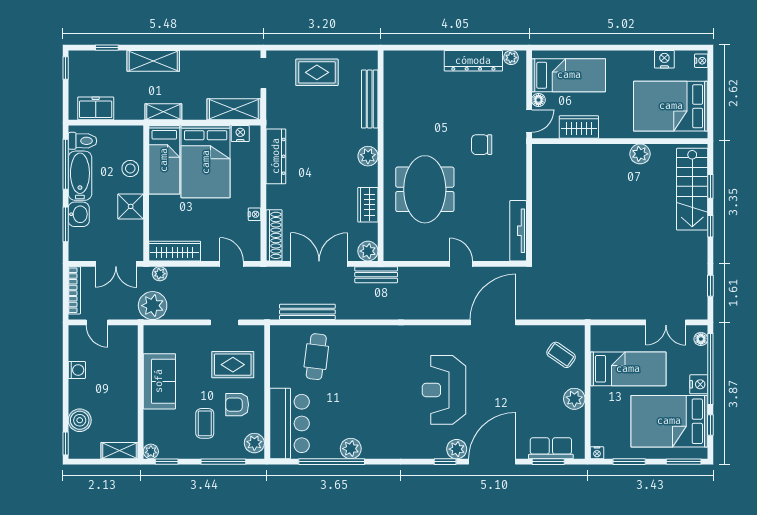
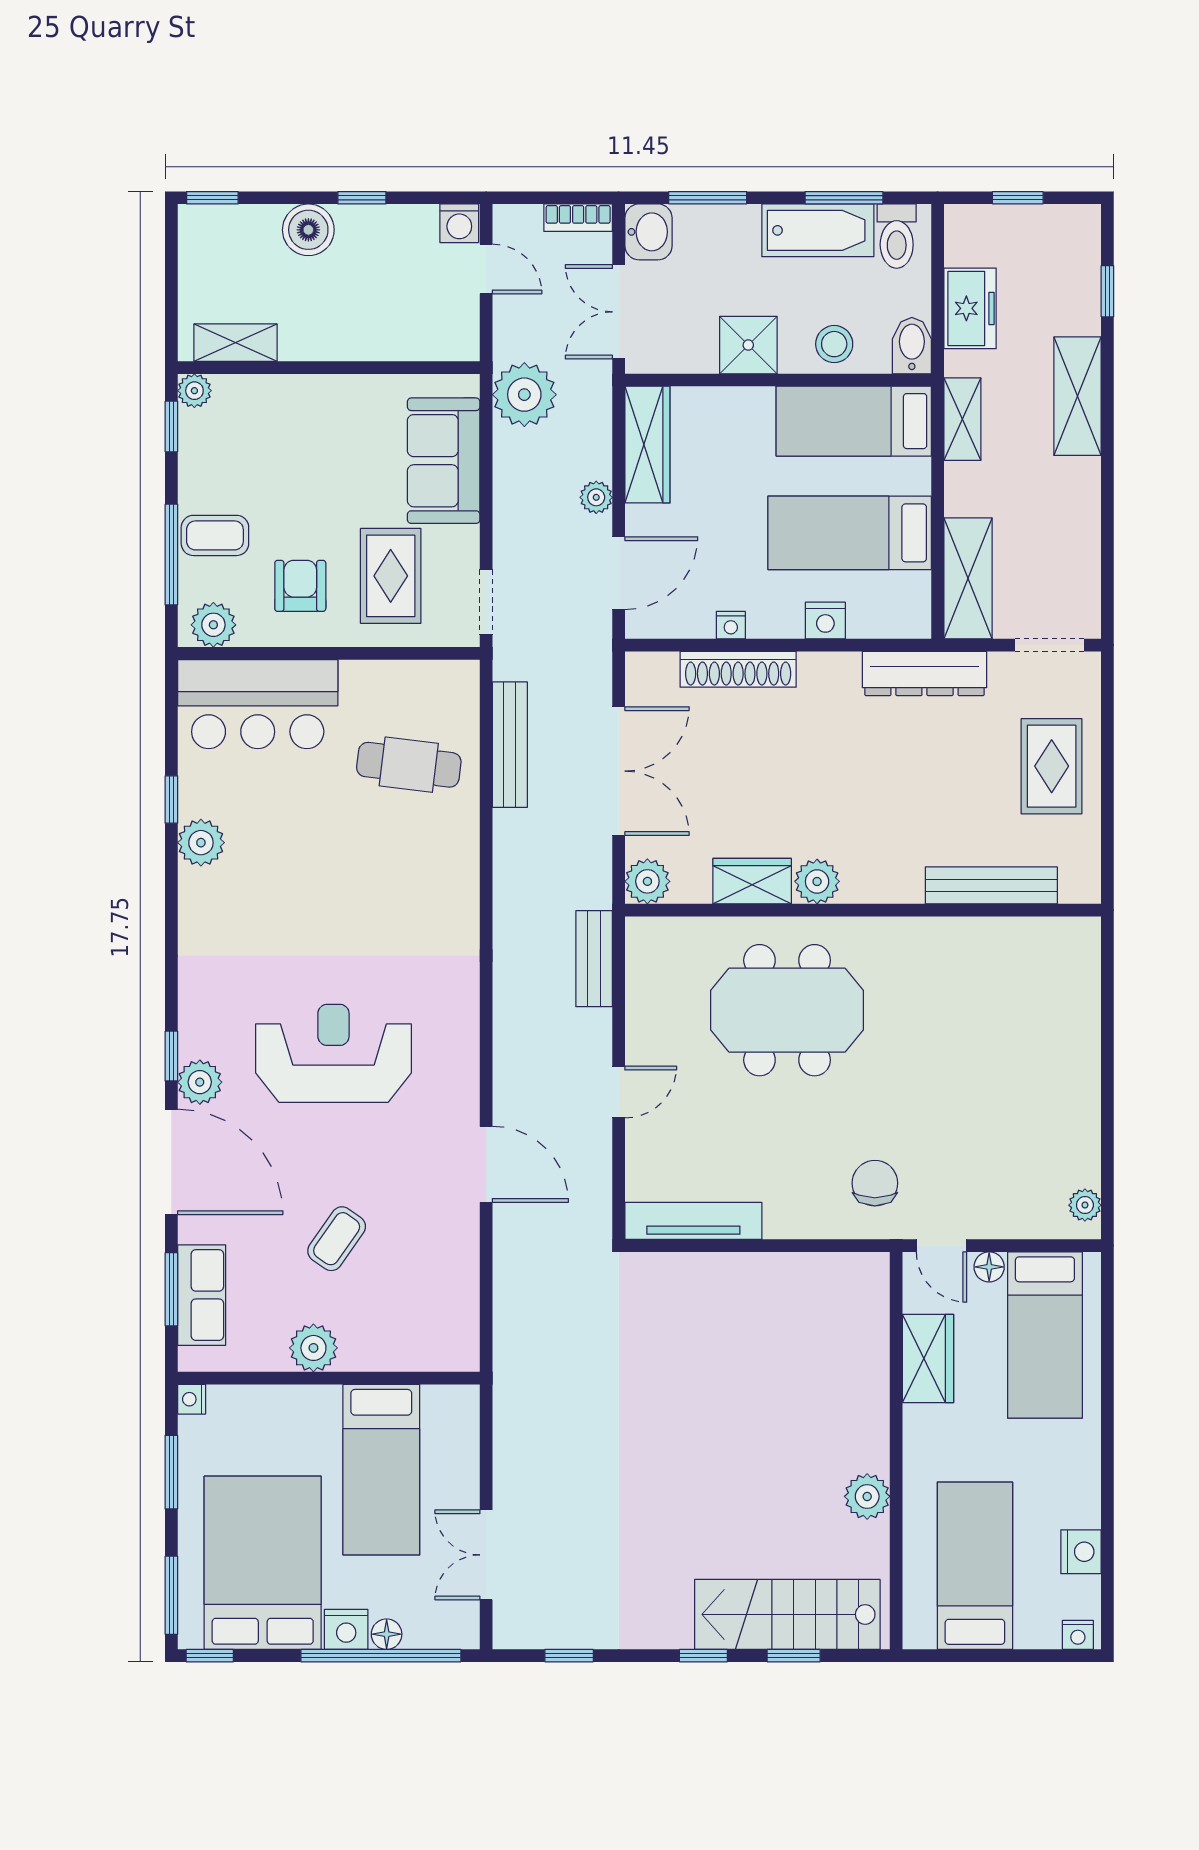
dresser: (473, 61) -> (1078, 1120), removed
window: (66, 68) -> (1018, 198), moved
bed: (671, 106) -> (975, 1566), width x0.67
freezer: (96, 108) -> (970, 308), moved
bidet: (131, 134) -> (912, 346), added
nightstand: (240, 134) -> (825, 621), moved, turned 90
chair: (482, 145) -> (875, 1183), moved
dresser: (276, 156) -> (924, 673), moved
plant: (368, 156) -> (817, 881), moved
bed: (206, 162) -> (850, 533), width x0.67
window: (66, 164) -> (844, 198), width x0.69
washbasin: (79, 214) -> (648, 232), moved, turned -90
shoe rack: (274, 235) -> (738, 669), moved
door: (232, 264) -> (619, 573), width x1.38
plant: (160, 274) -> (596, 497), moved
bench: (376, 275) -> (594, 959), moved
bookcase: (74, 290) -> (578, 218), width x0.64
door: (97, 322) -> (486, 269), swing flipped
doorway: (225, 322) -> (486, 602), moved
door: (493, 322) -> (486, 1164), width x0.73
floor lamp: (701, 339) -> (387, 1634), moved
coffee table: (561, 355) -> (337, 1239), moved
washing machine: (77, 370) -> (459, 223), moved
window: (66, 377) -> (362, 198), added
sofa: (159, 381) -> (444, 461), moved, turned 90
boiler: (80, 420) -> (308, 230), moved
coffee table: (205, 423) -> (215, 535), moved
window: (710, 425) -> (210, 1656), moved
shelving: (119, 451) -> (235, 343), moved, turned 90
window: (332, 462) -> (171, 800), width x0.32

